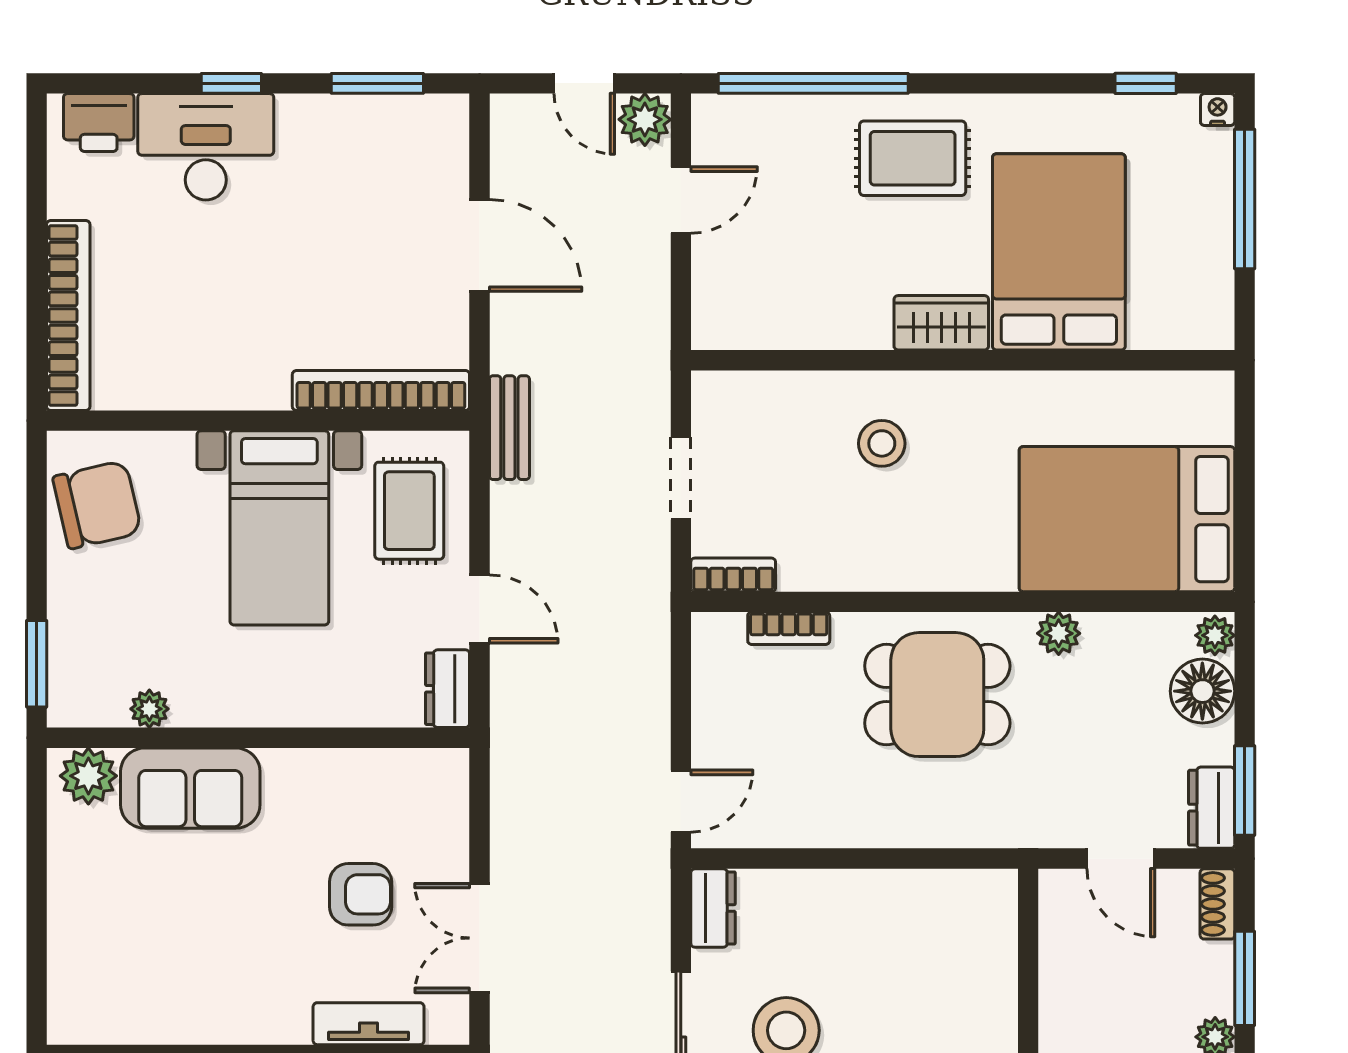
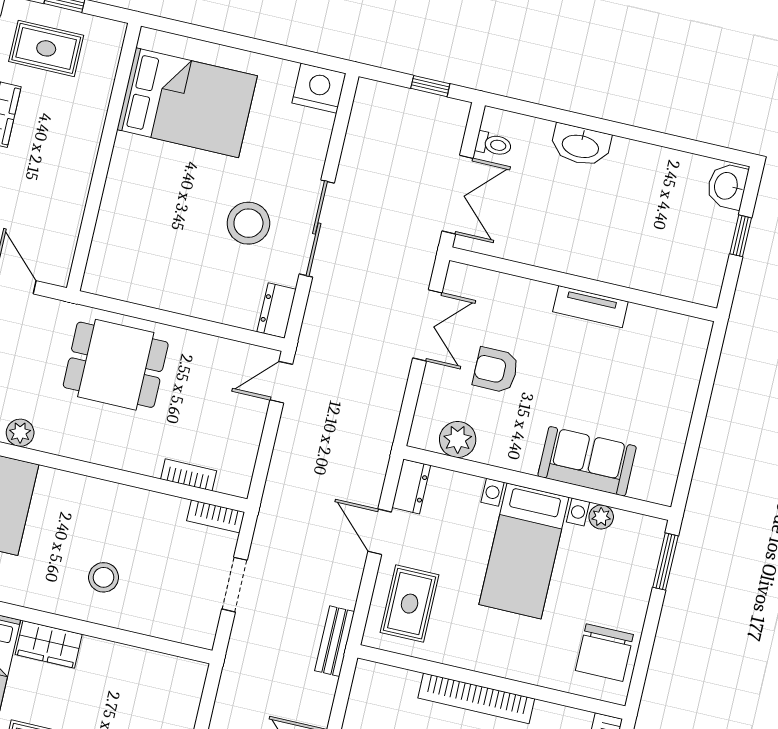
bookcase: (381, 390) -> (476, 698), moved
chair: (97, 505) -> (604, 653), turned -77
bed with nightstands: (279, 528) -> (524, 551), moved, turned 180
dining table: (937, 695) -> (116, 365), moved
plant: (88, 776) -> (458, 439), moved
tv unit: (369, 1024) -> (590, 307), moved

